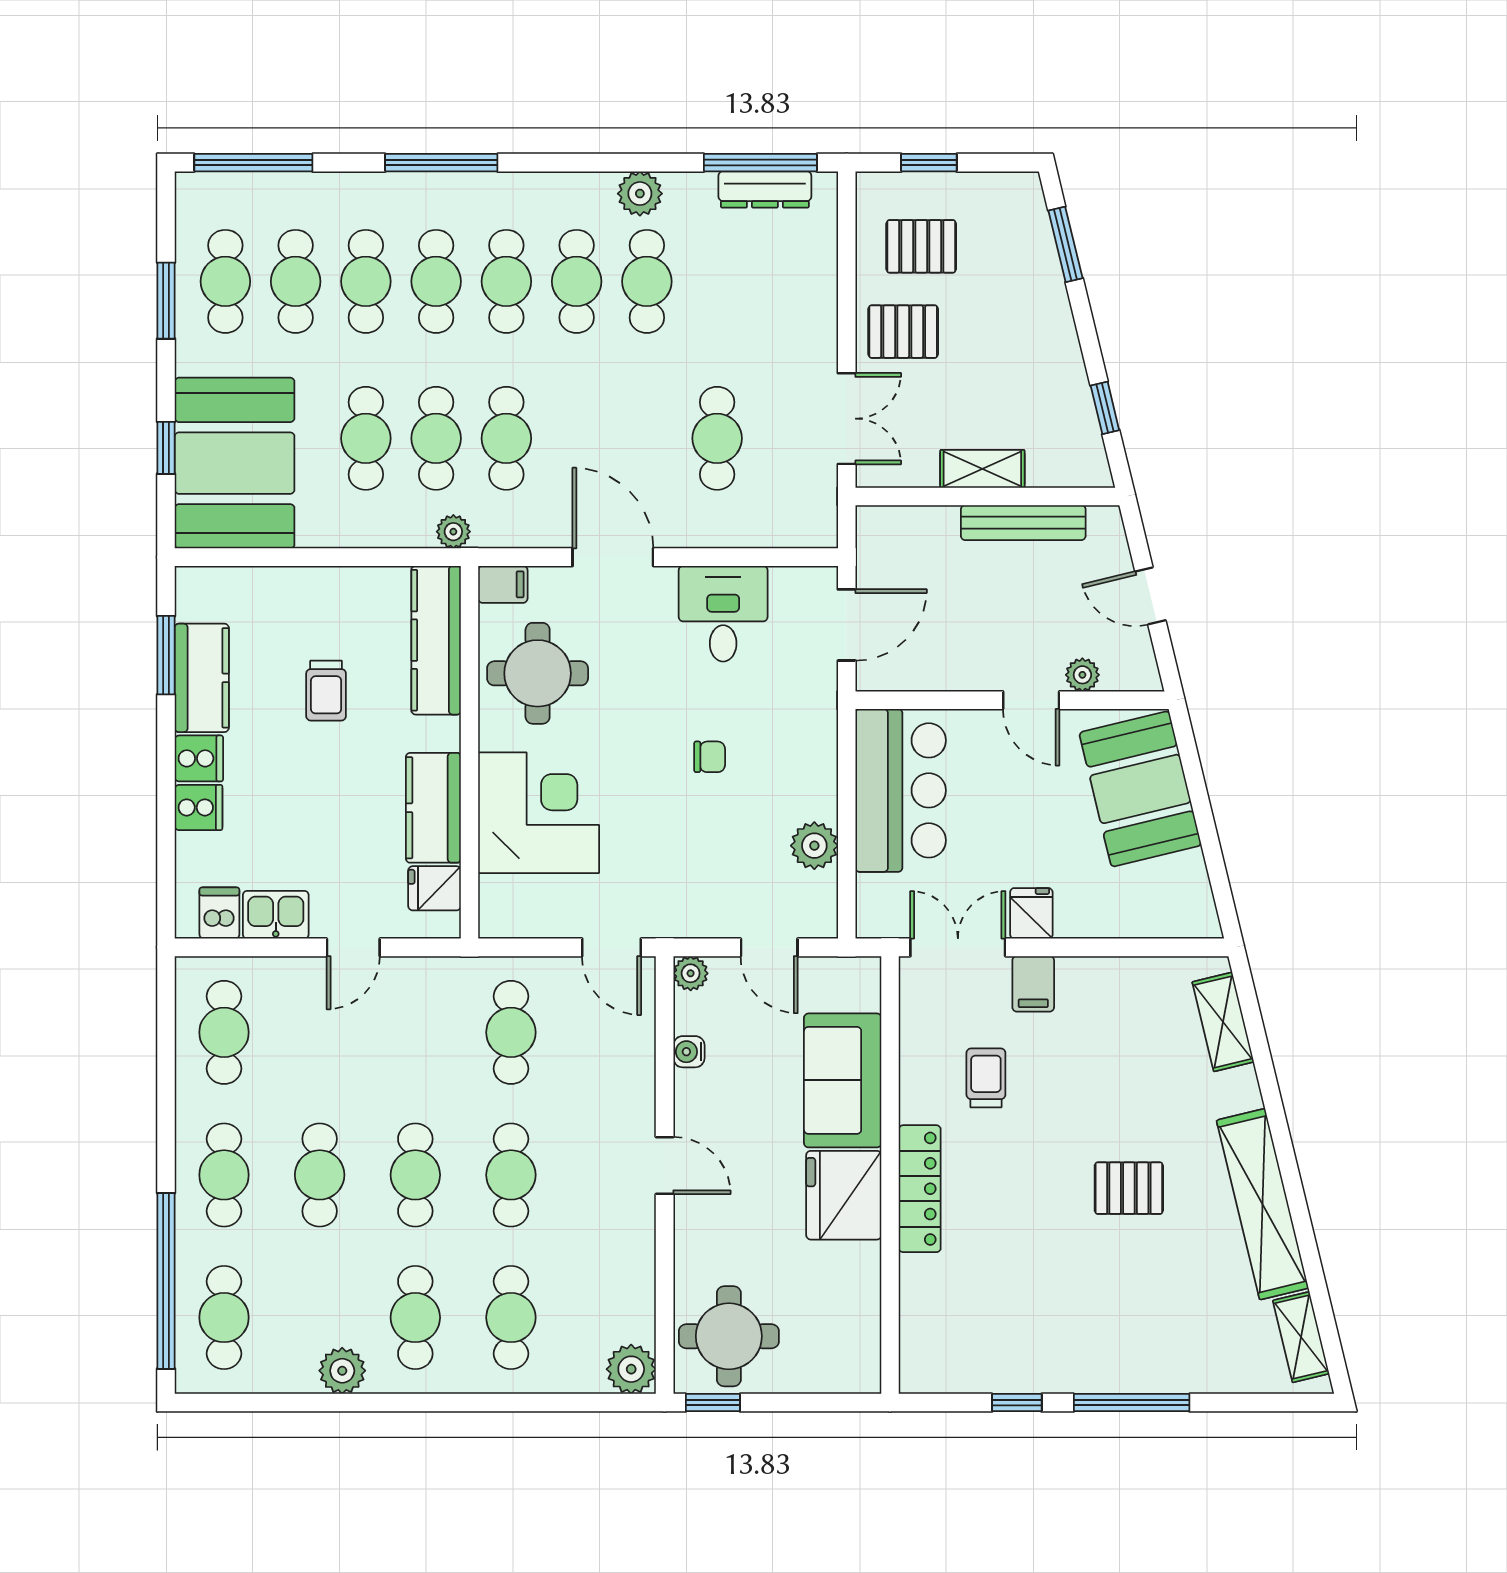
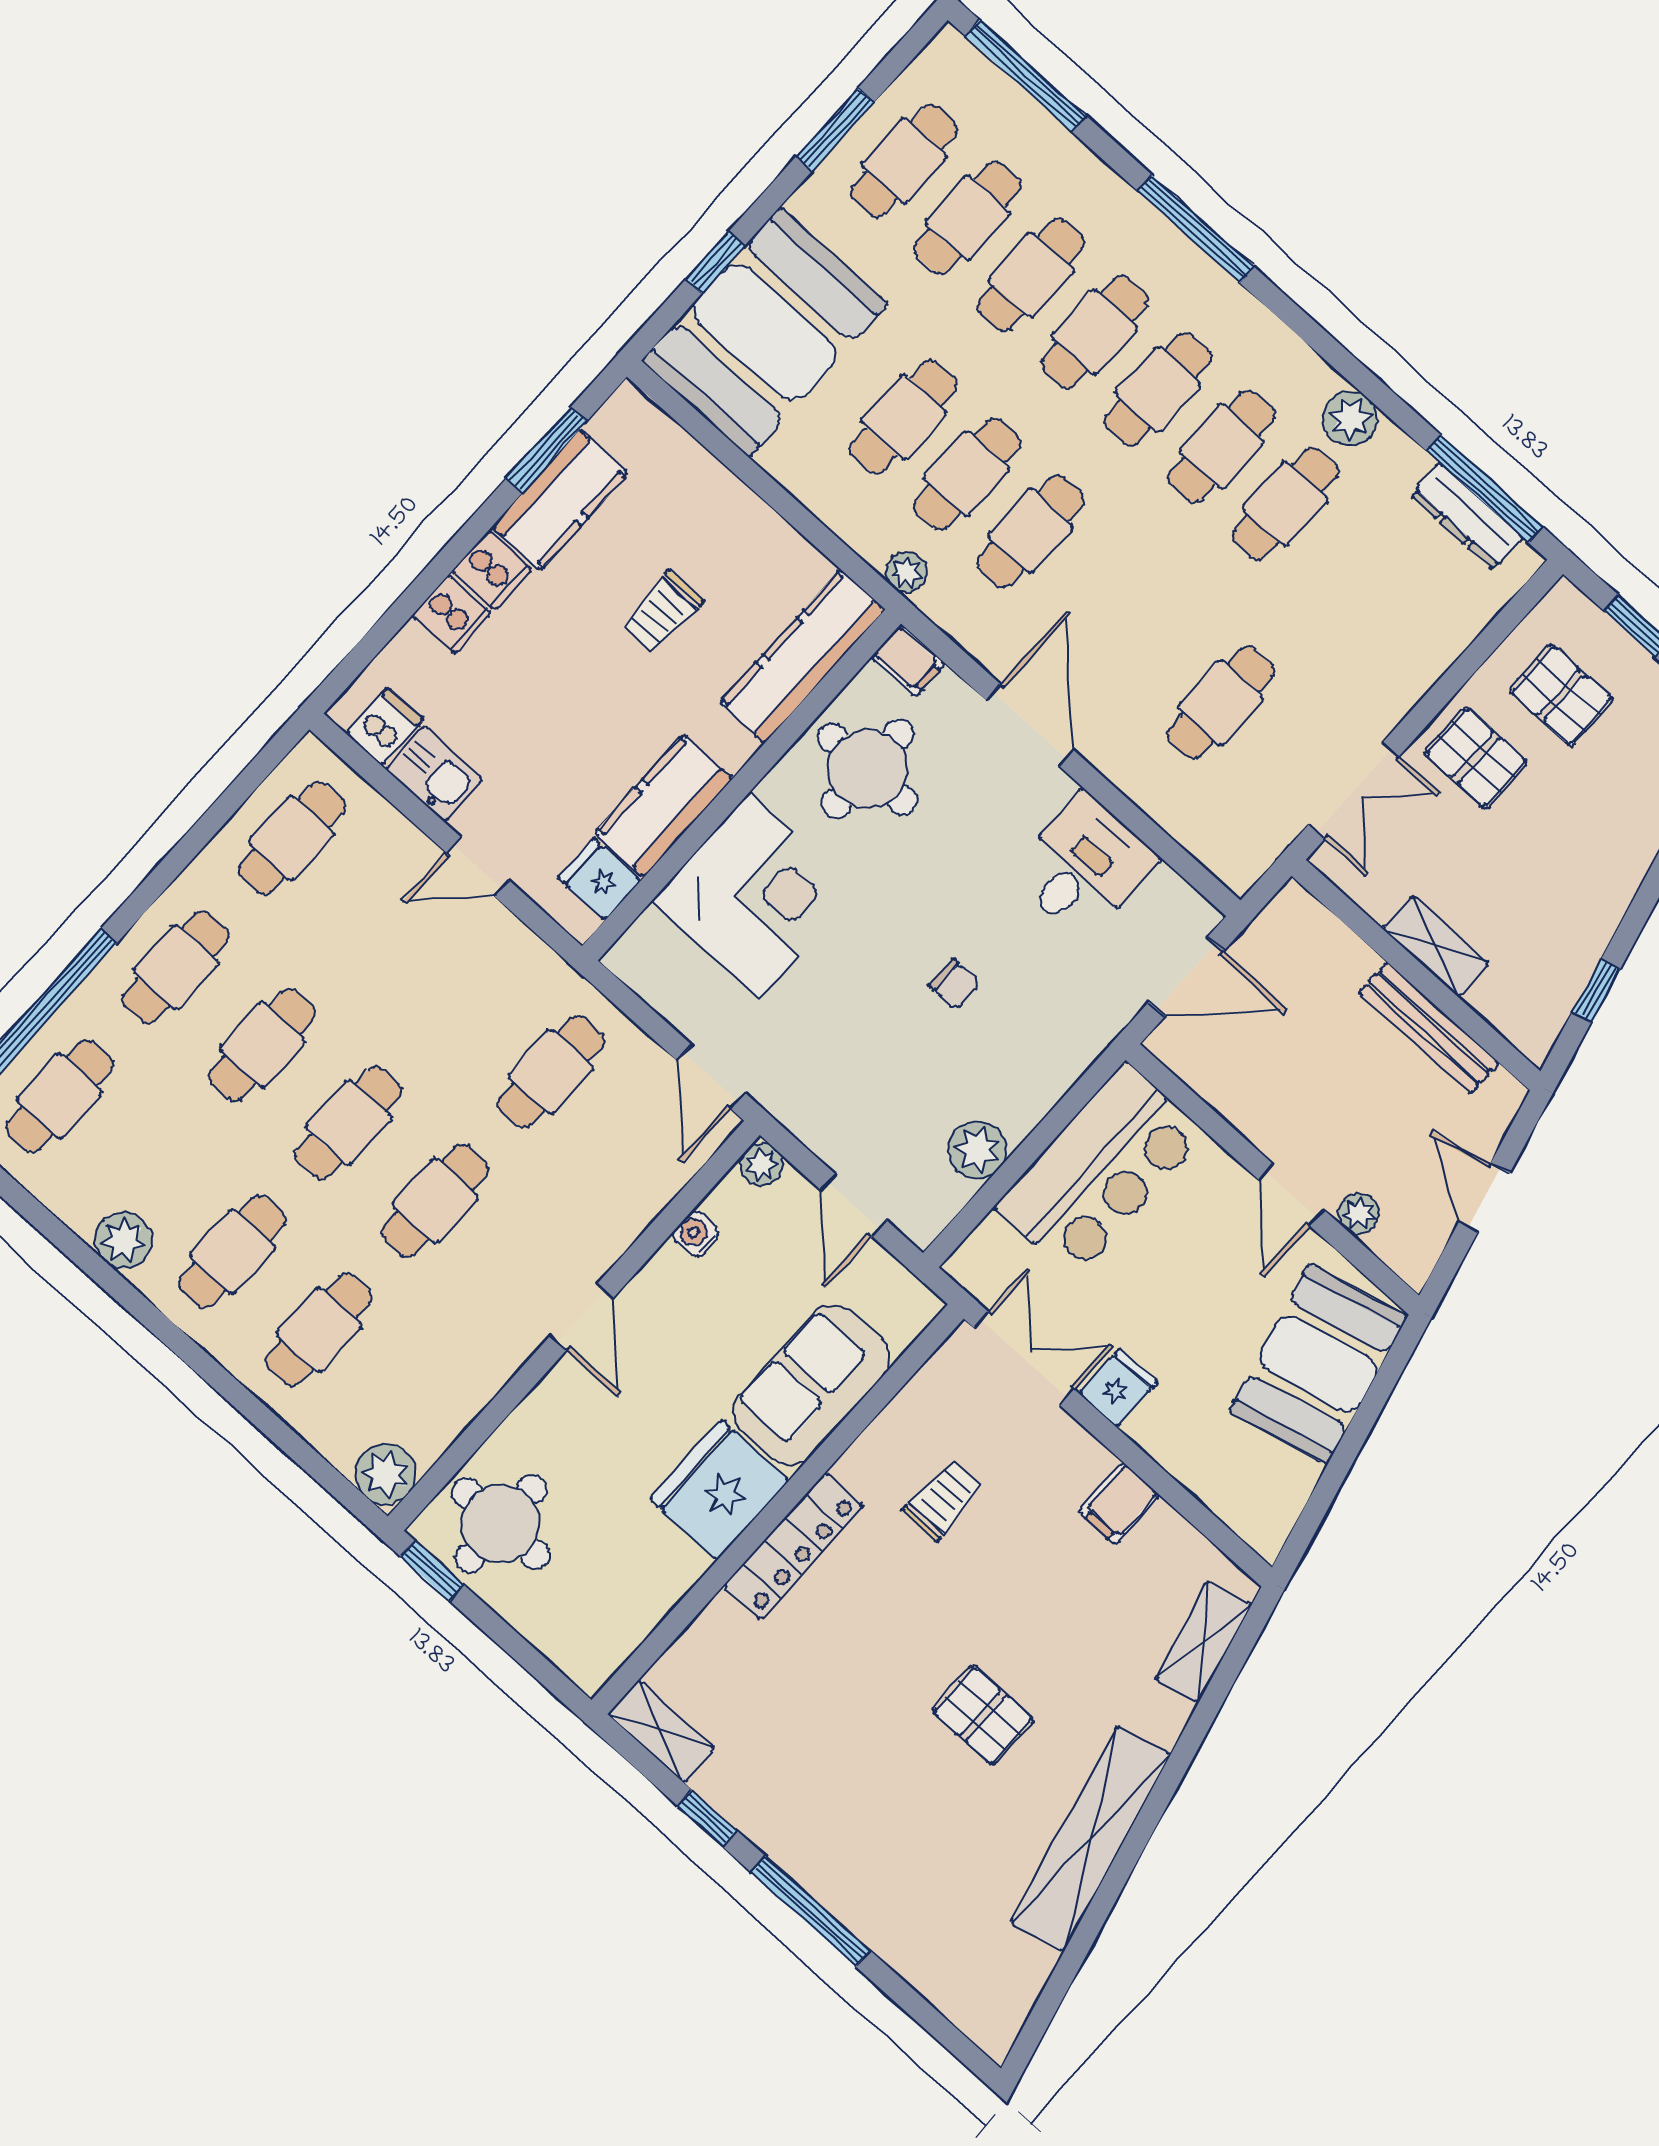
filing cabinet: (1033, 984) -> (1119, 1504), moved
shelving: (1301, 1337) -> (661, 1731), moved, turned -76

